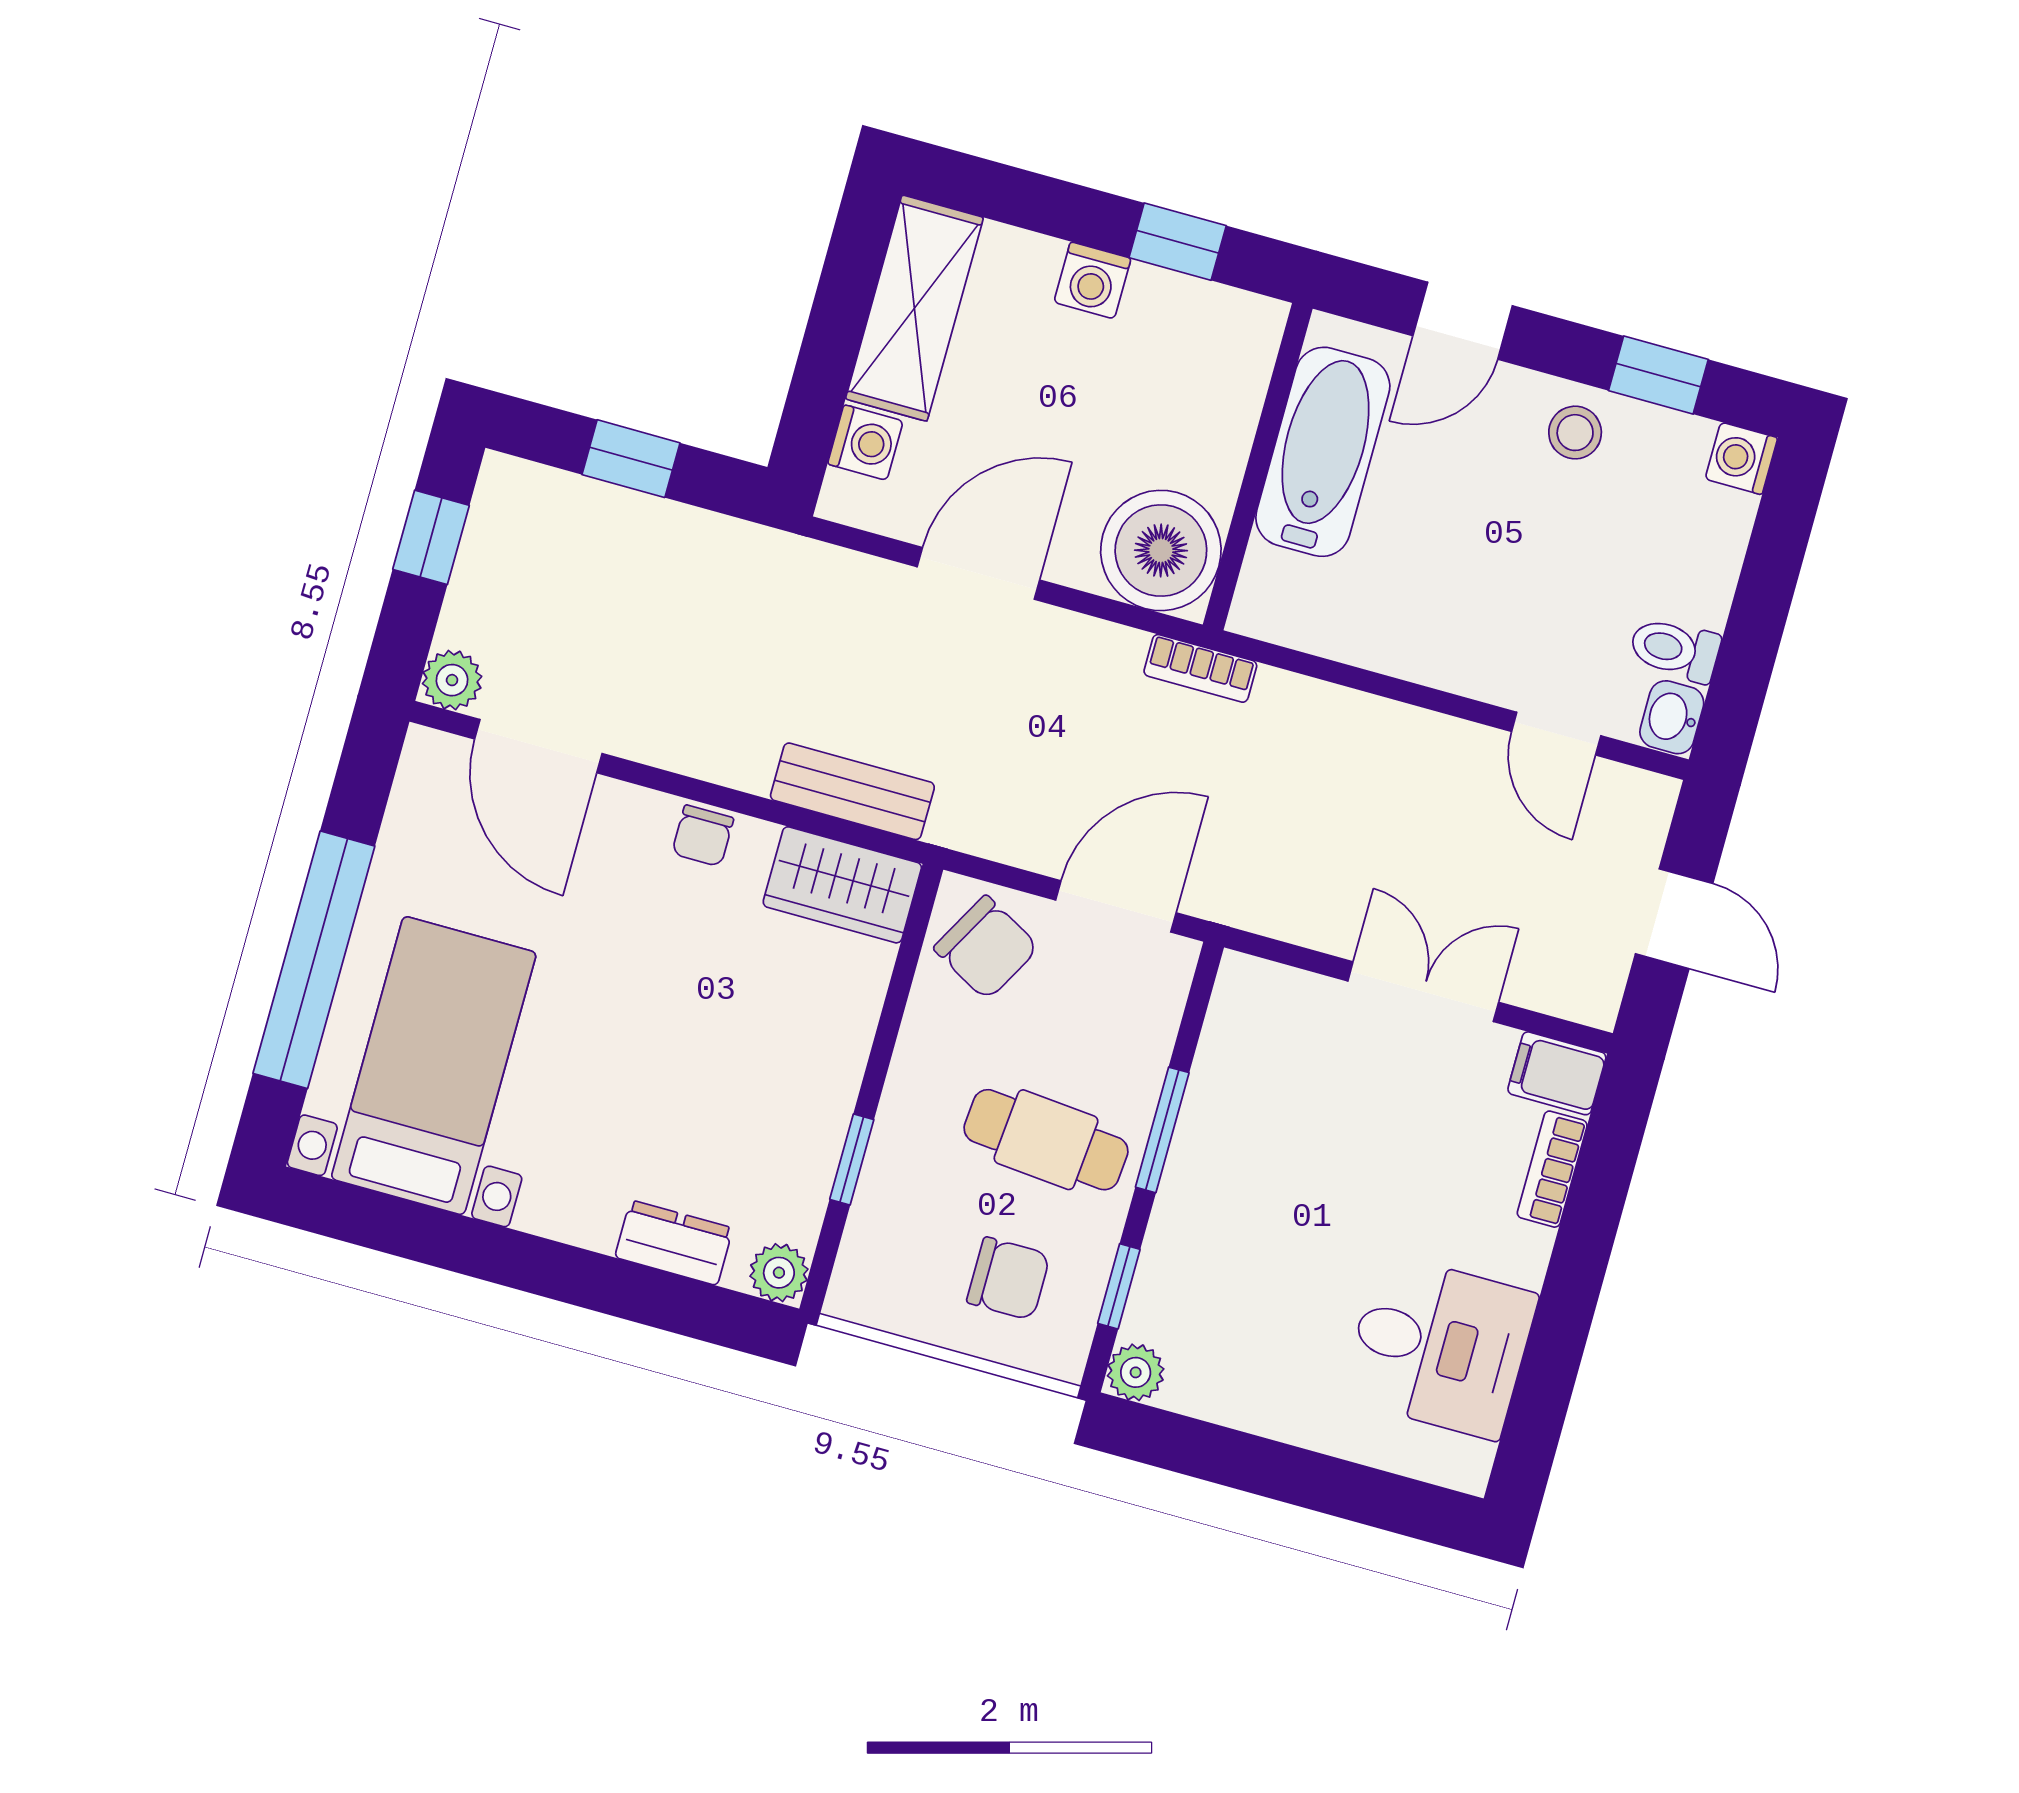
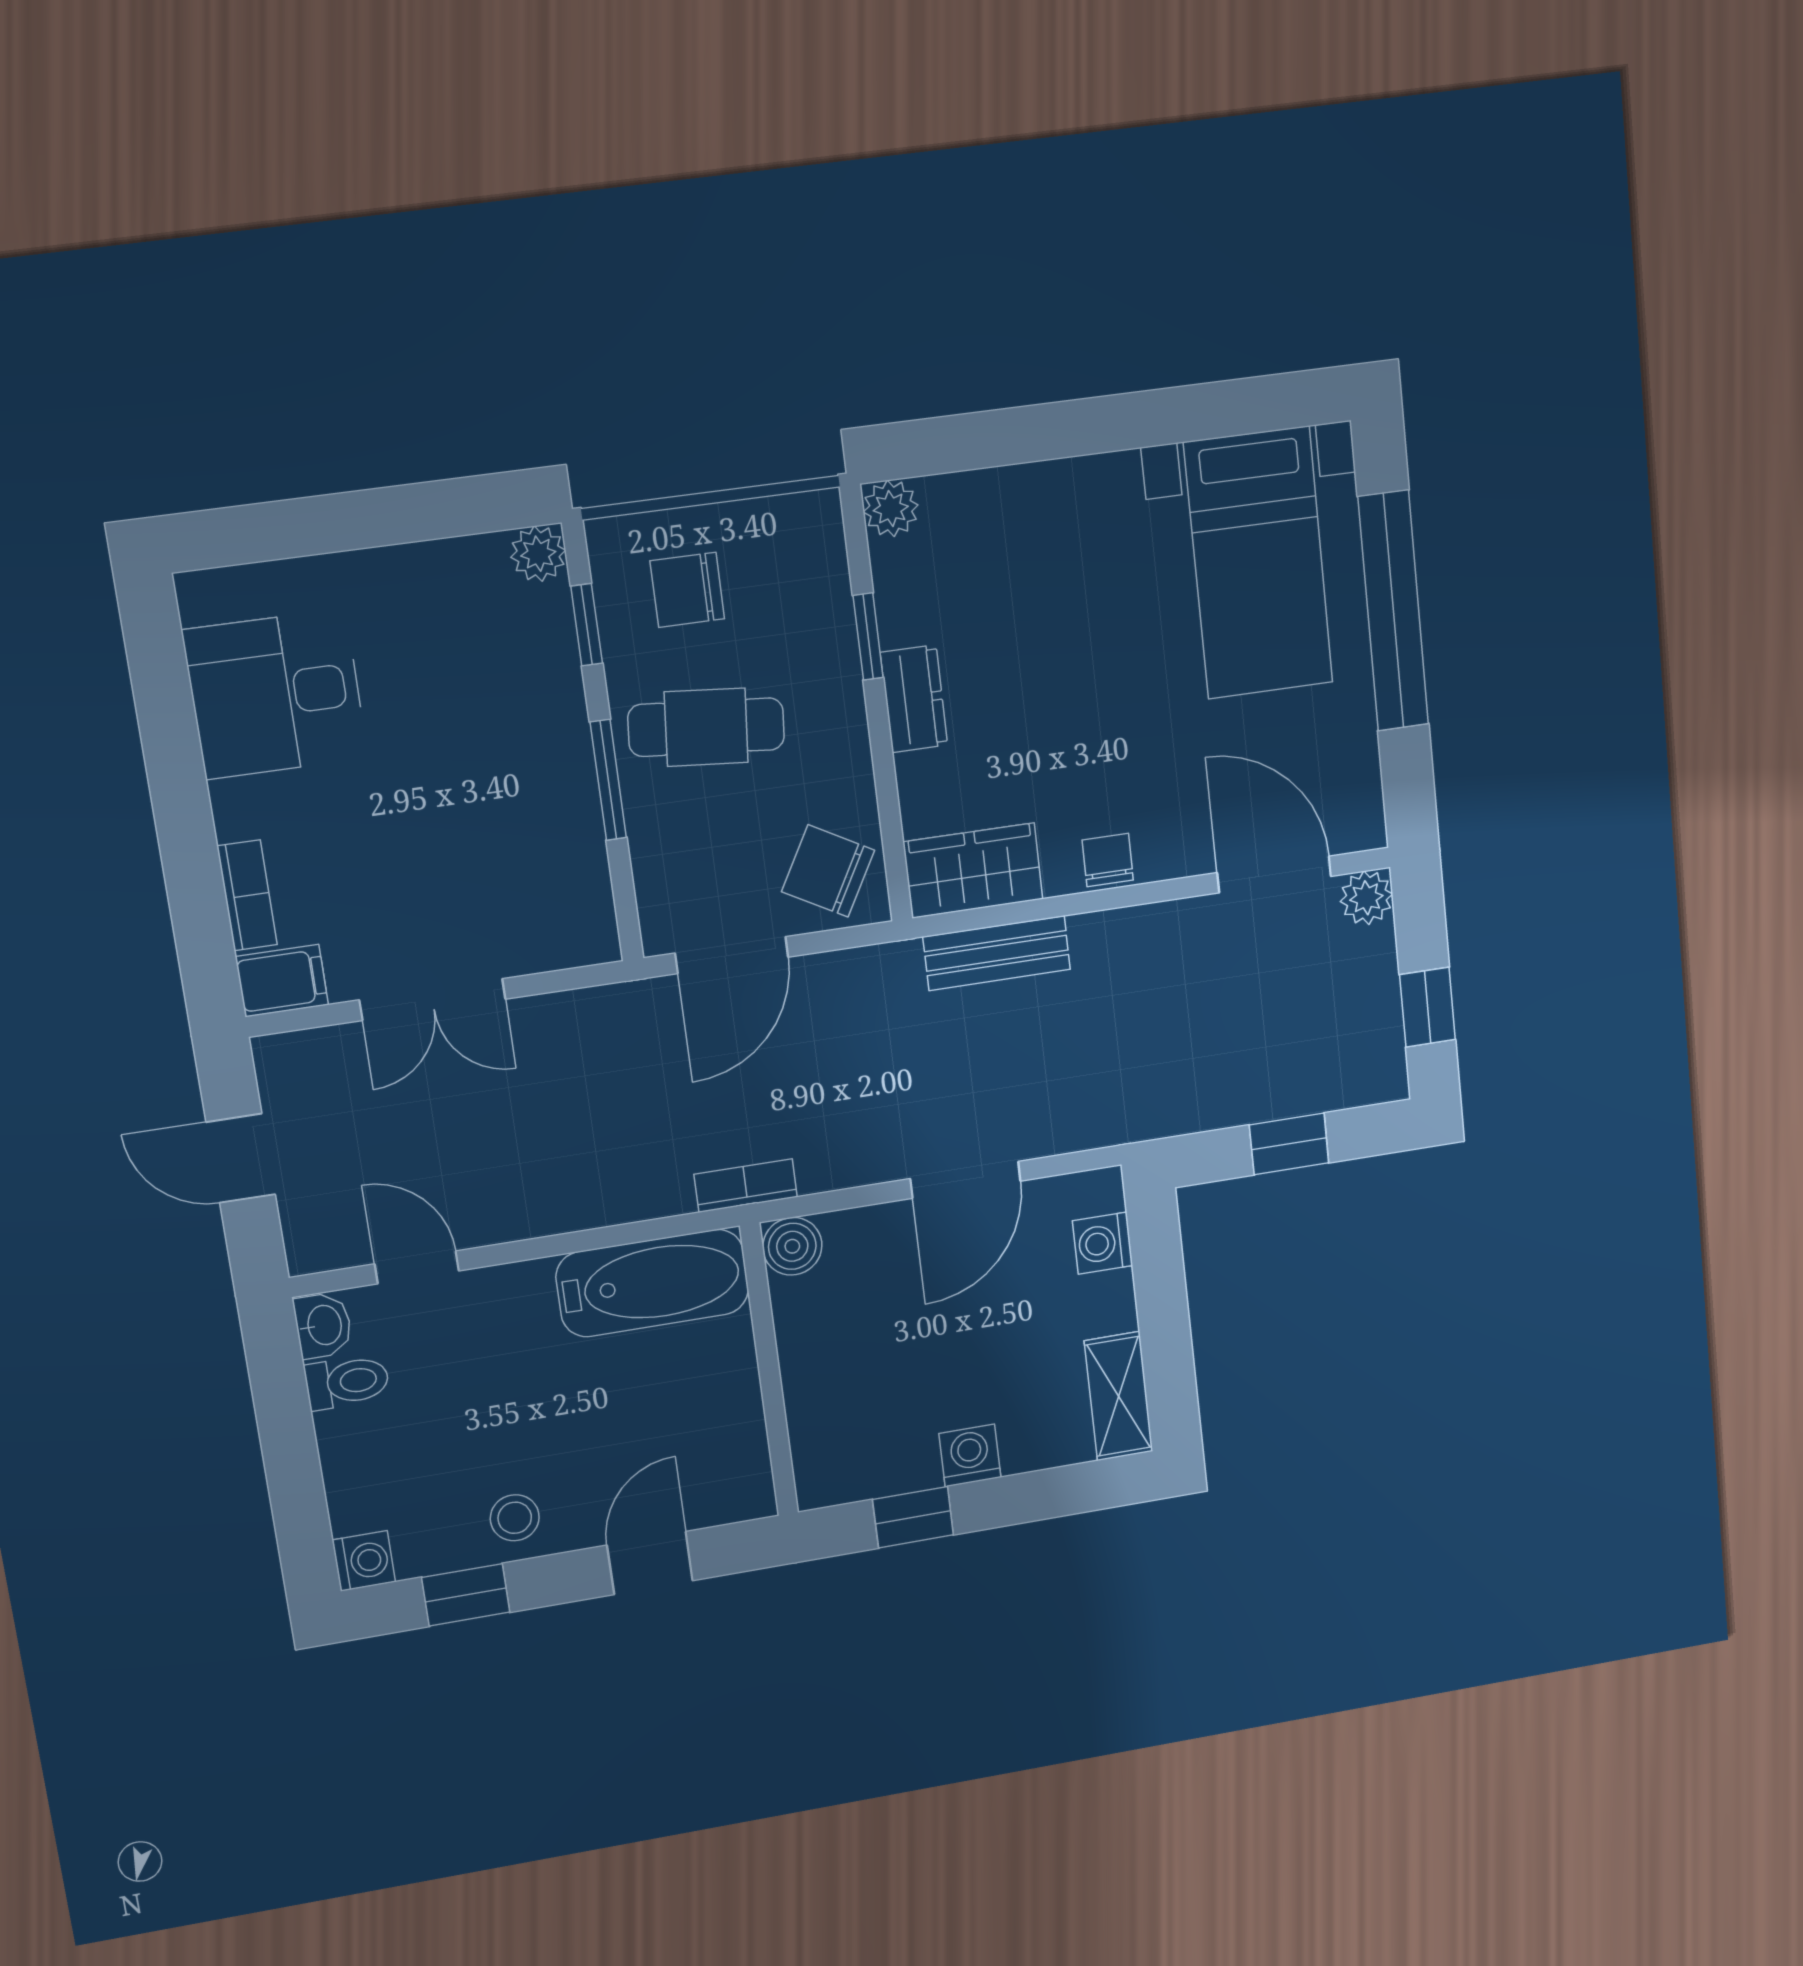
shelving: (914, 308) -> (1119, 1396), width x0.67, depth x0.75
bathtub: (1323, 452) -> (653, 1283), moved, turned -90
boiler: (1161, 550) -> (792, 1246), width x0.54, depth x0.54
dresser: (674, 1243) -> (914, 699), moved, turned -90

